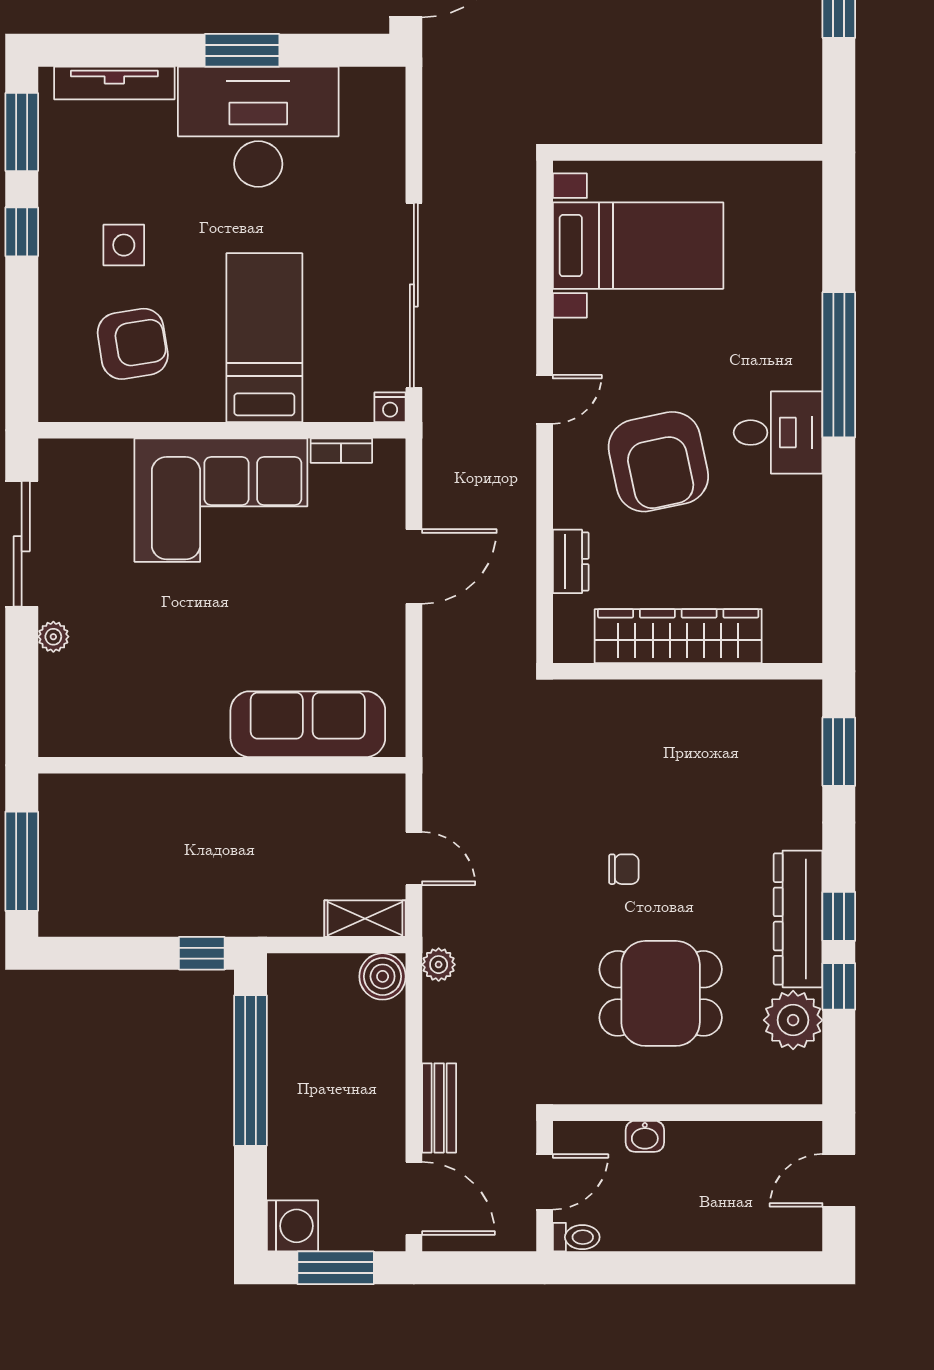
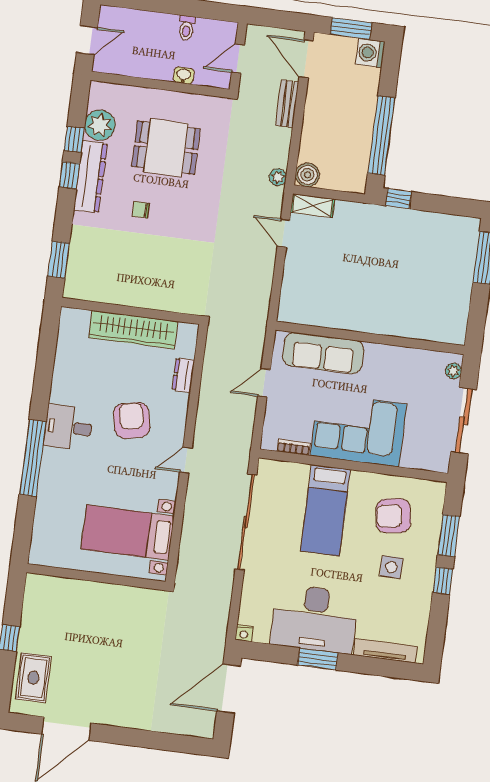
window: (22, 132) -> (449, 536), moved
nightstand: (390, 407) -> (244, 633), moved, turned 180
armchair: (658, 462) -> (132, 420), width x0.73, depth x0.73
door: (414, 567) -> (264, 383), width x0.73
sofa: (308, 724) -> (323, 353), moved
wall: (222, 765) -> (370, 338), moved
chair: (624, 869) -> (141, 210), moved
toilet: (576, 1237) -> (186, 28), moved, turned -90

